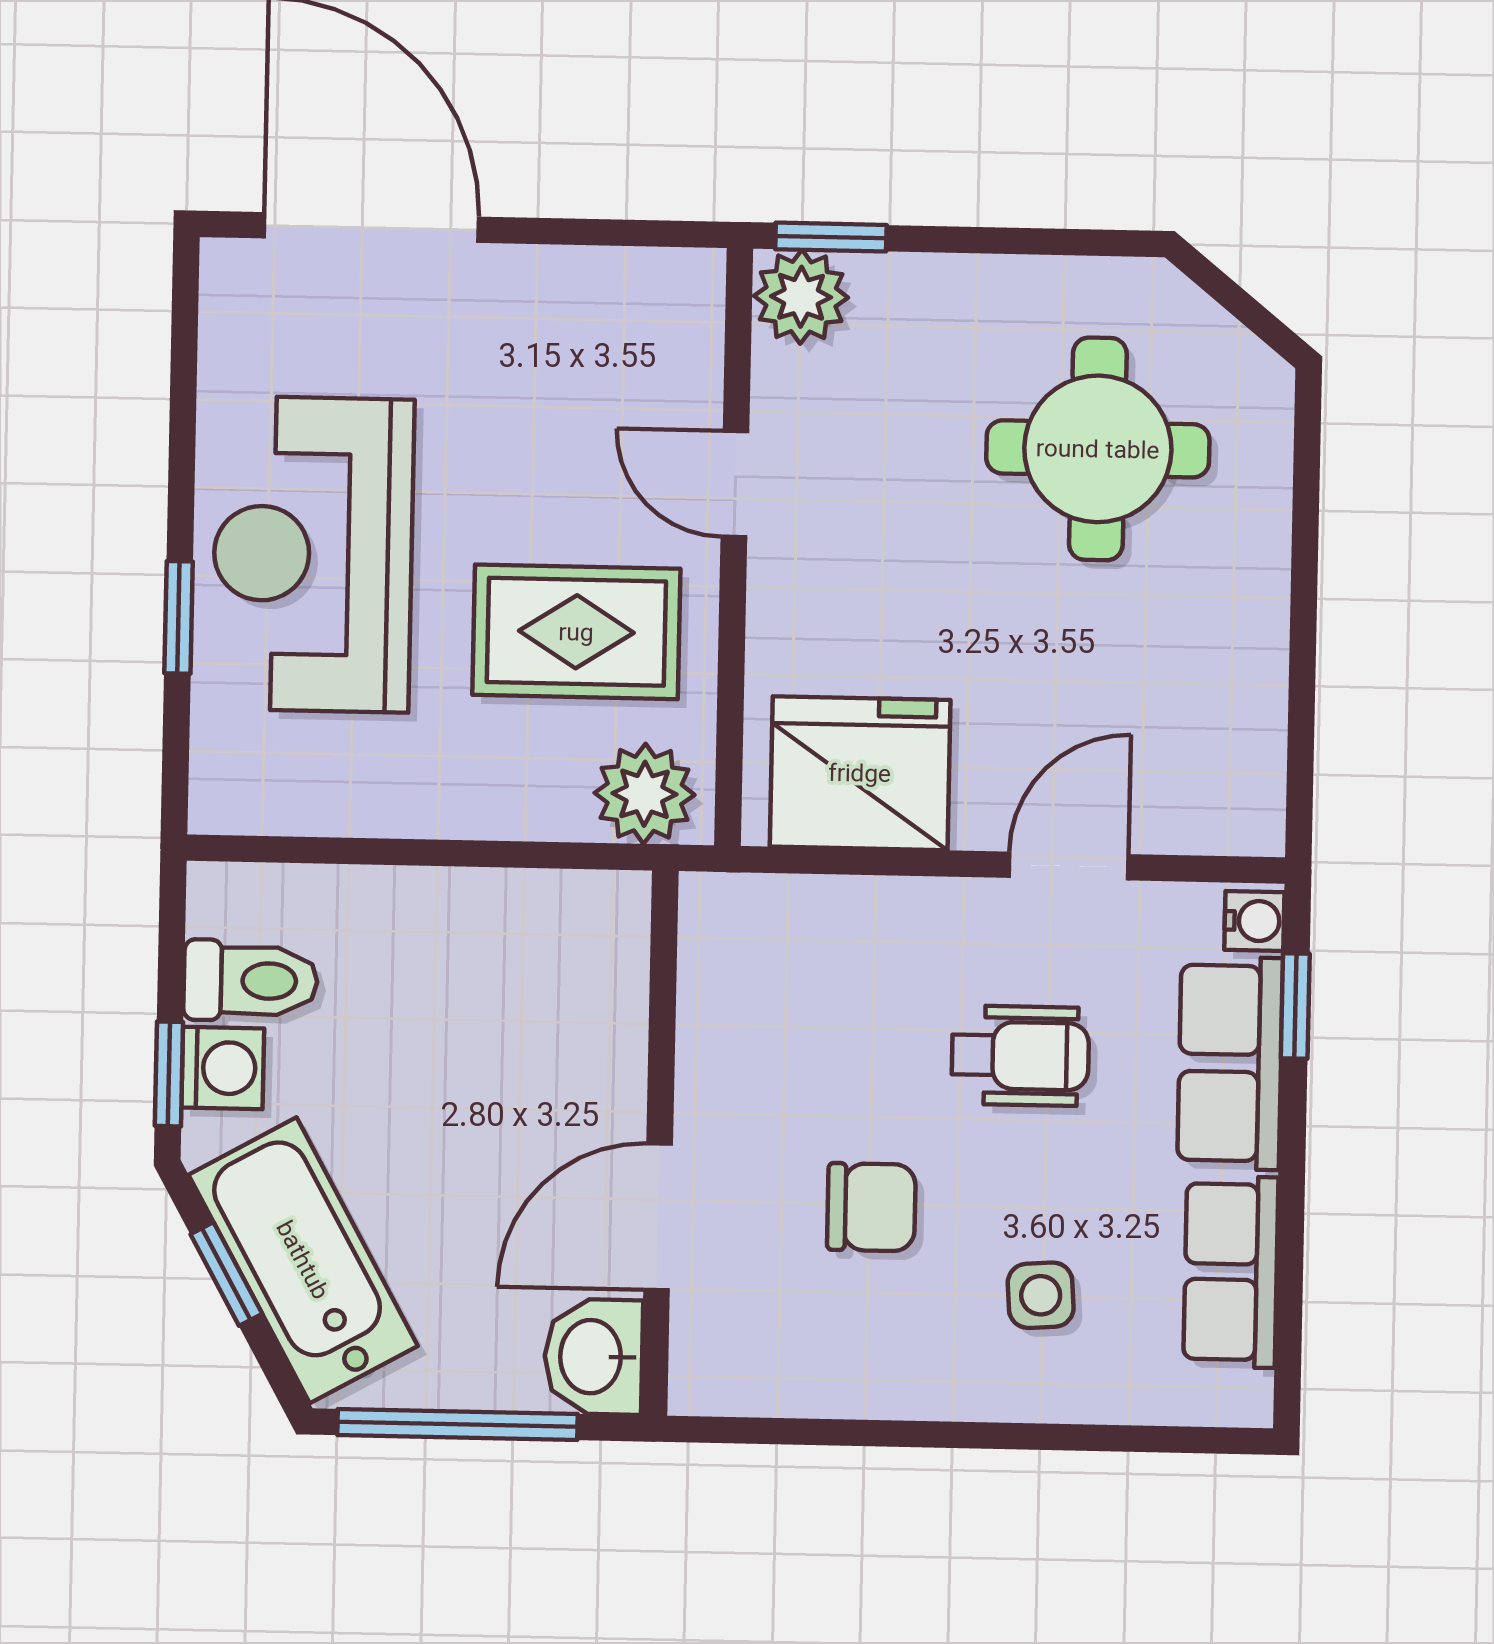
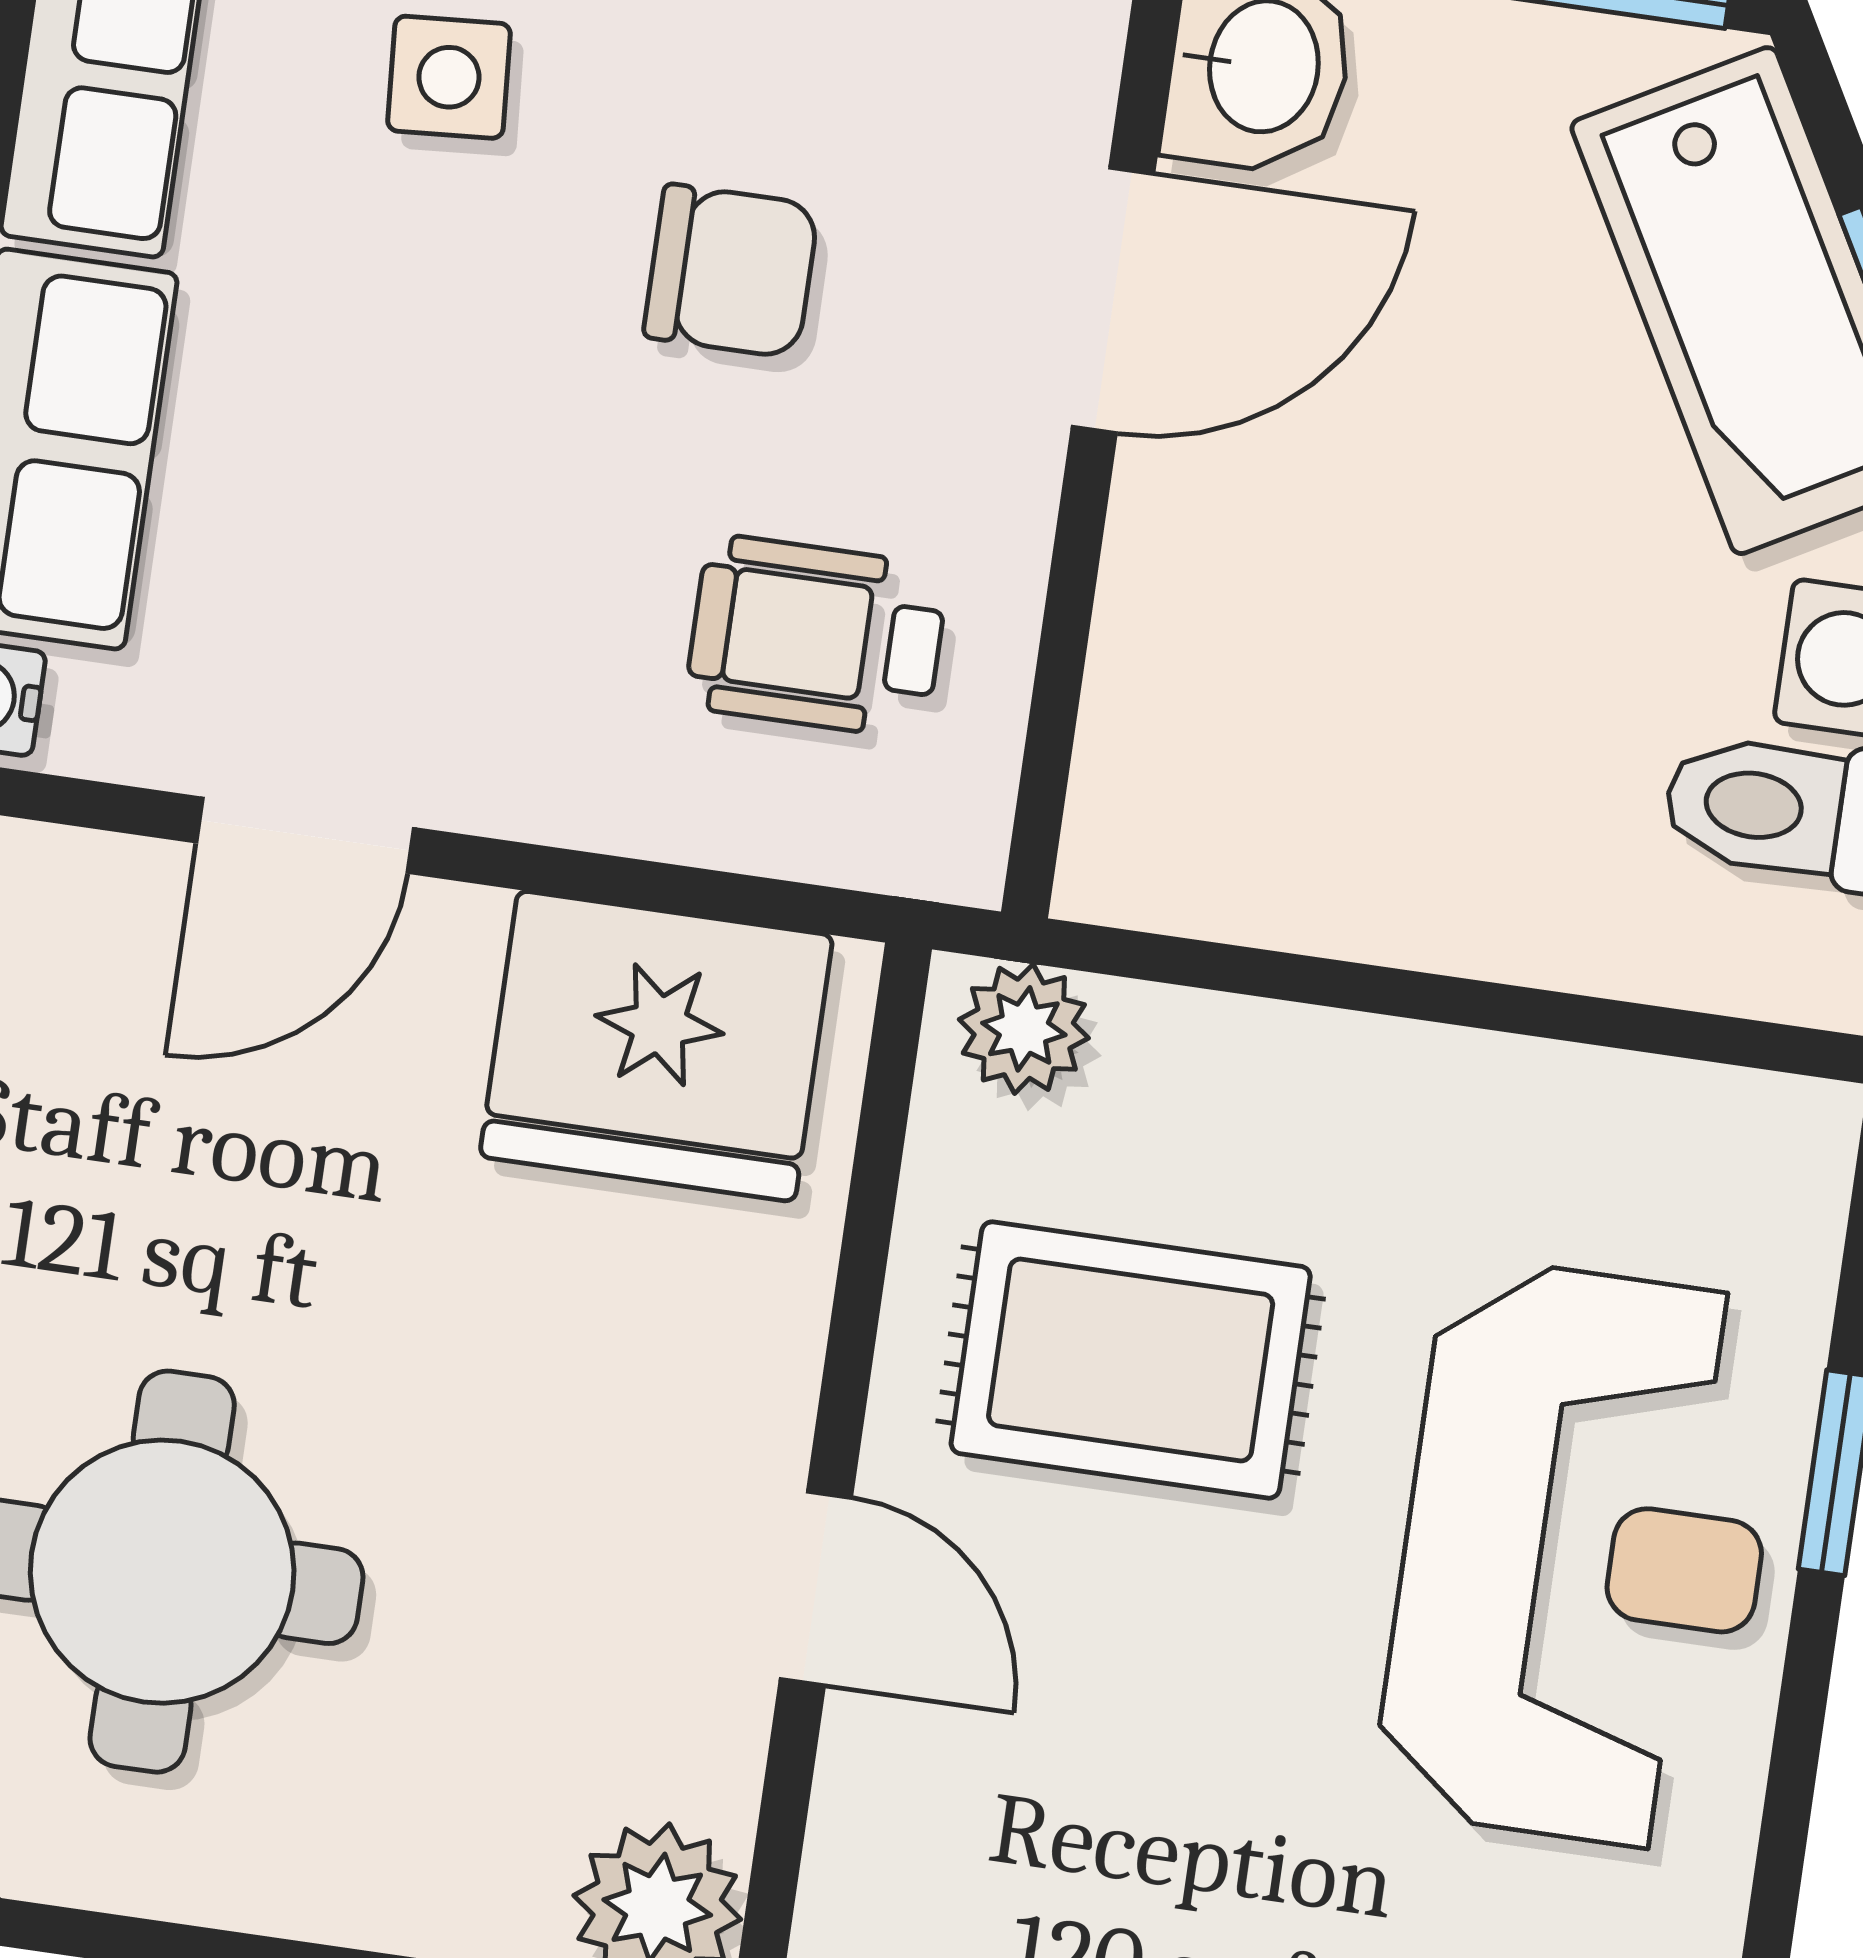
plant: (645, 794) -> (1024, 1029), width x0.73, depth x0.73
wheelchair: (1020, 1056) -> (817, 637), moved
chair: (871, 1207) -> (731, 271), turned 180

